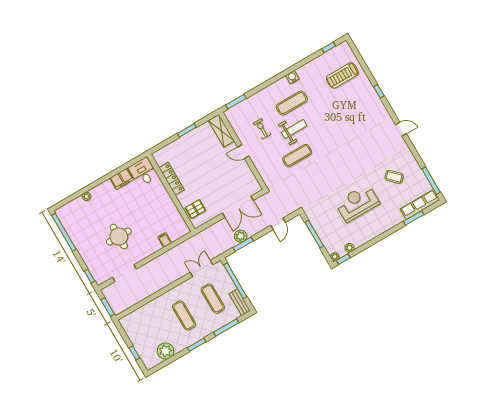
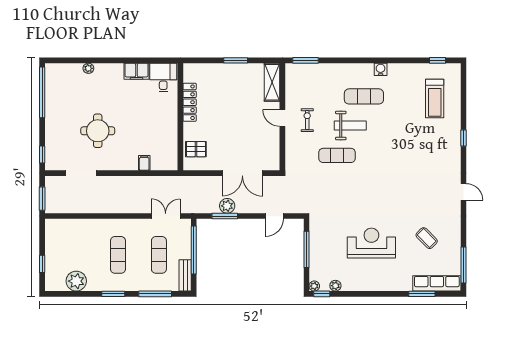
treadmill: (342, 75) -> (435, 99), turned -90
exercise bike: (262, 129) -> (307, 120), moved

